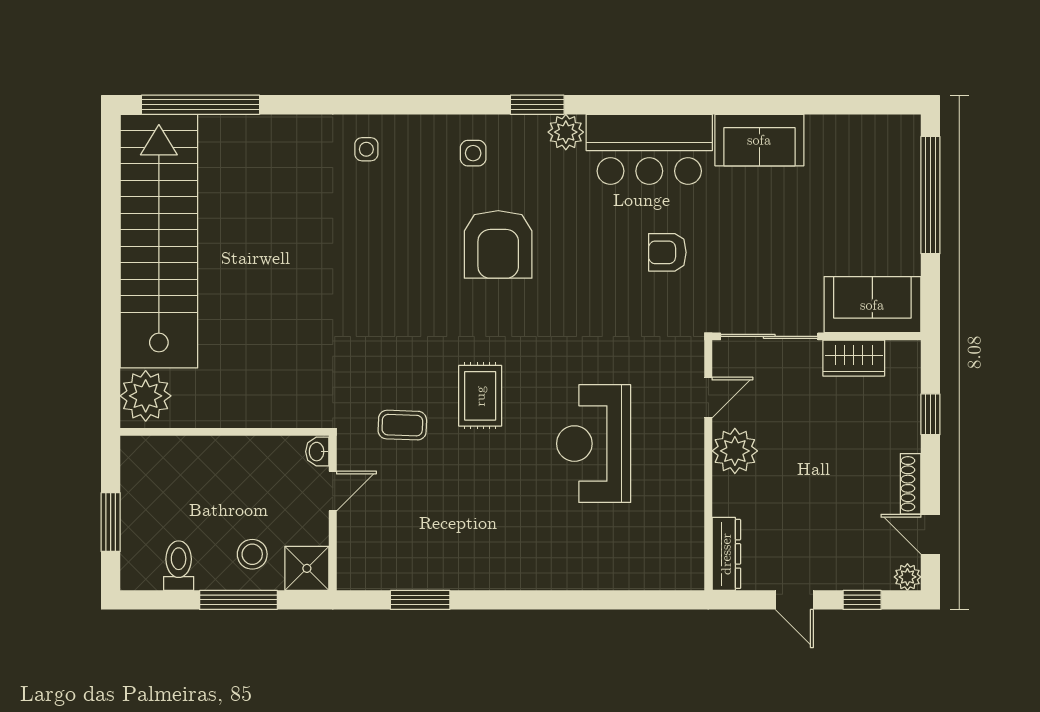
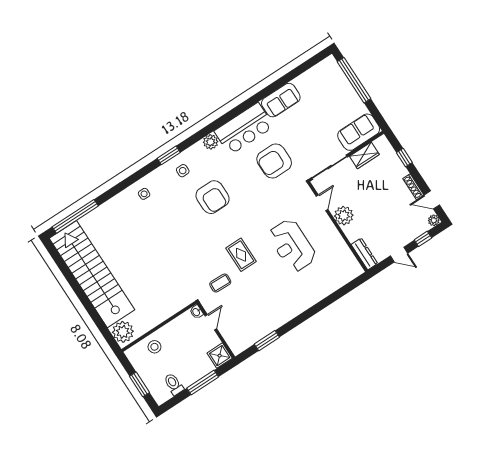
window: (537, 105) -> (169, 155), moved
armchair: (667, 252) -> (274, 161), width x1.88, depth x1.88
stool: (252, 554) -> (154, 347), moved

